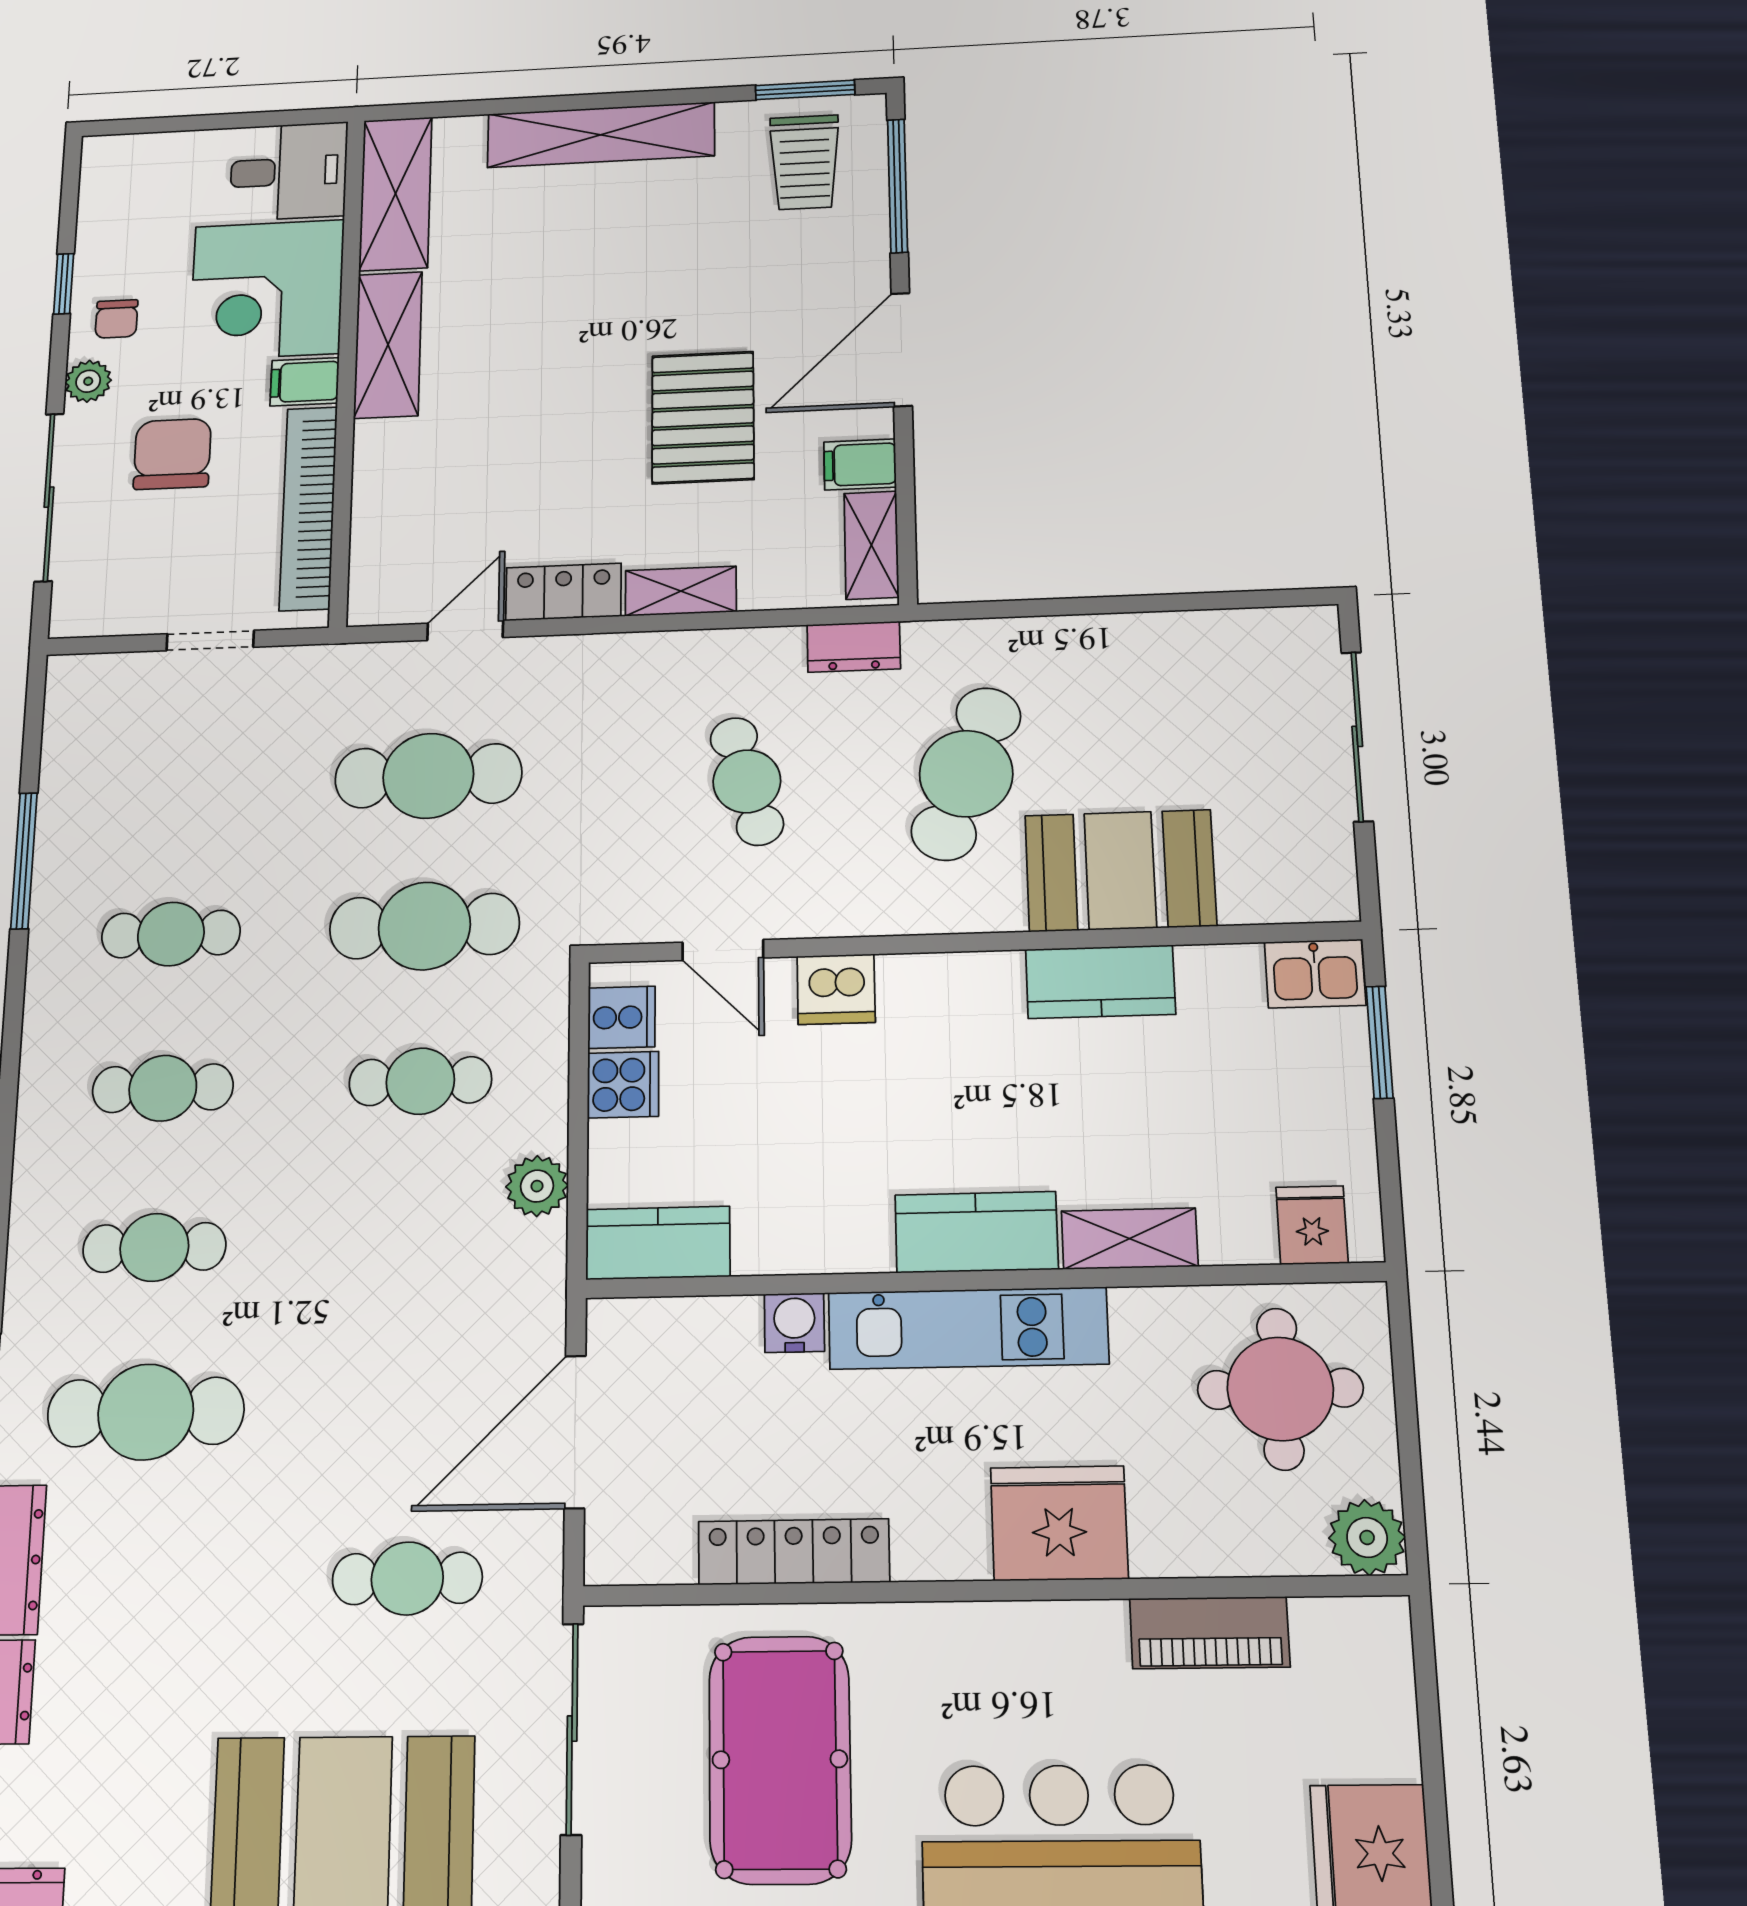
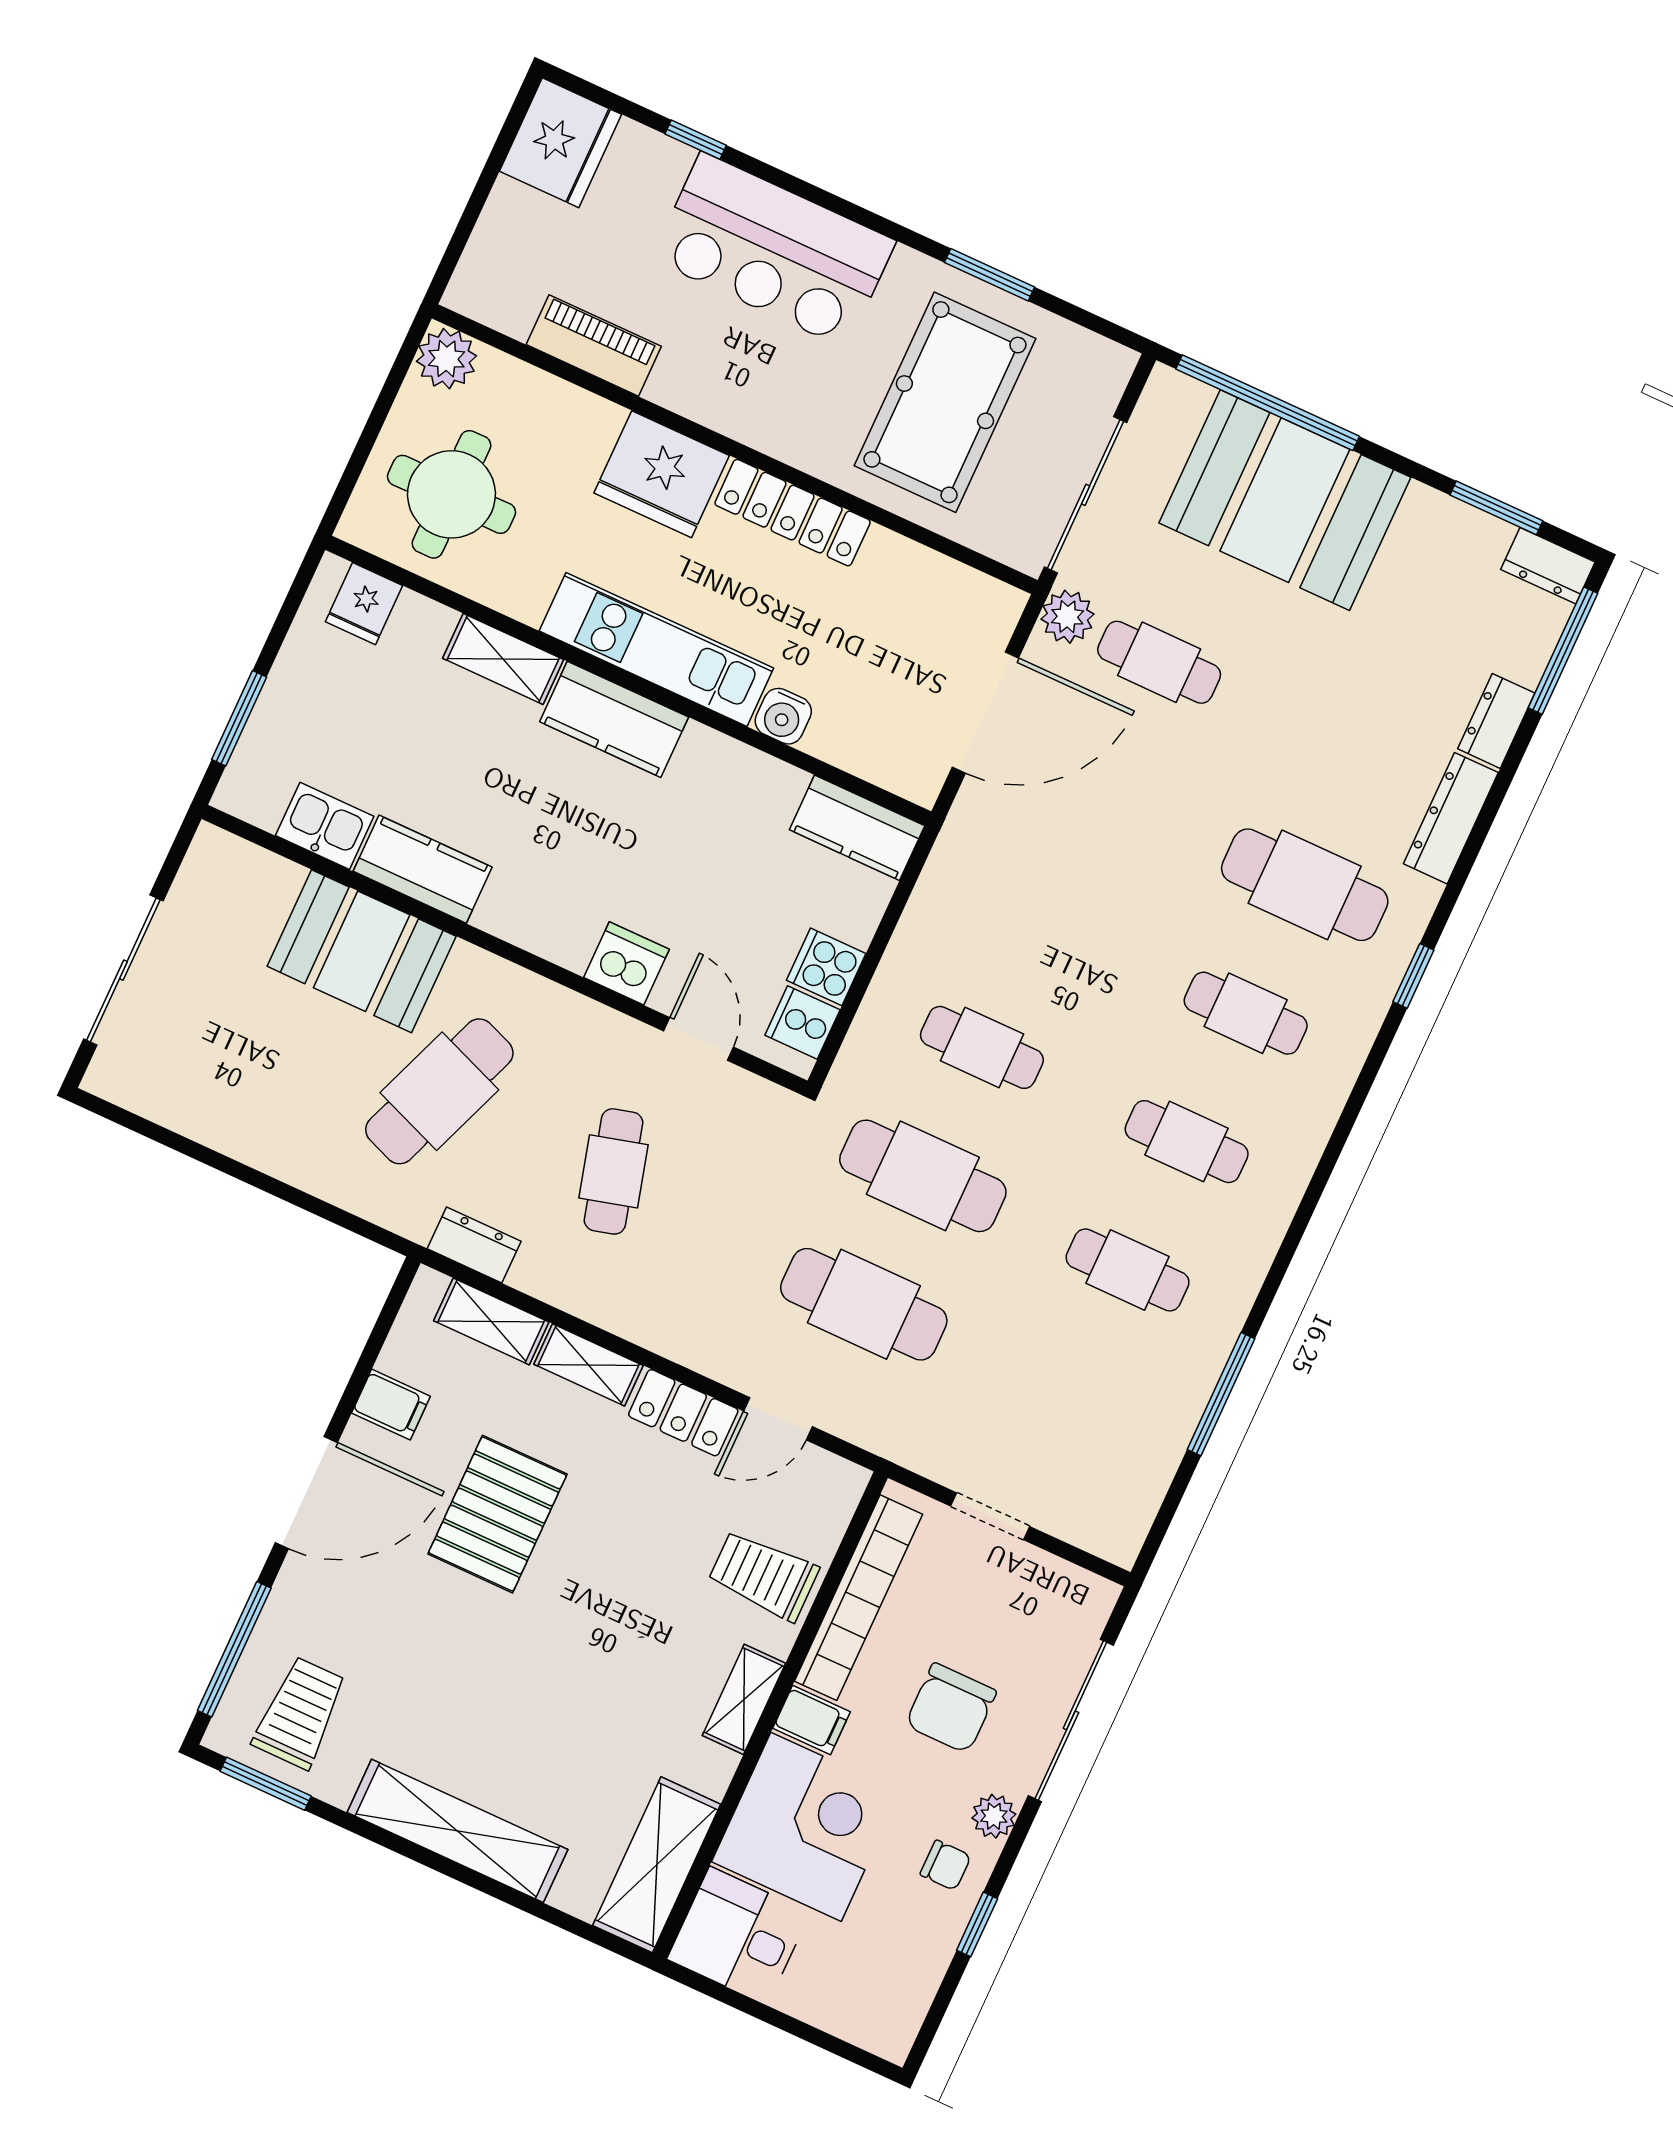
chair: (117, 319) -> (946, 1865), turned 90
shelving: (388, 345) -> (744, 1699), width x0.67, depth x0.75
trolley: (412, 485) -> (763, 1575), added
shelving: (871, 545) -> (491, 1321), moved, turned 90
kitchen sink: (1315, 974) -> (325, 826), moved
plant: (537, 1186) -> (1067, 617), moved
locker: (794, 1552) -> (793, 513), moved

